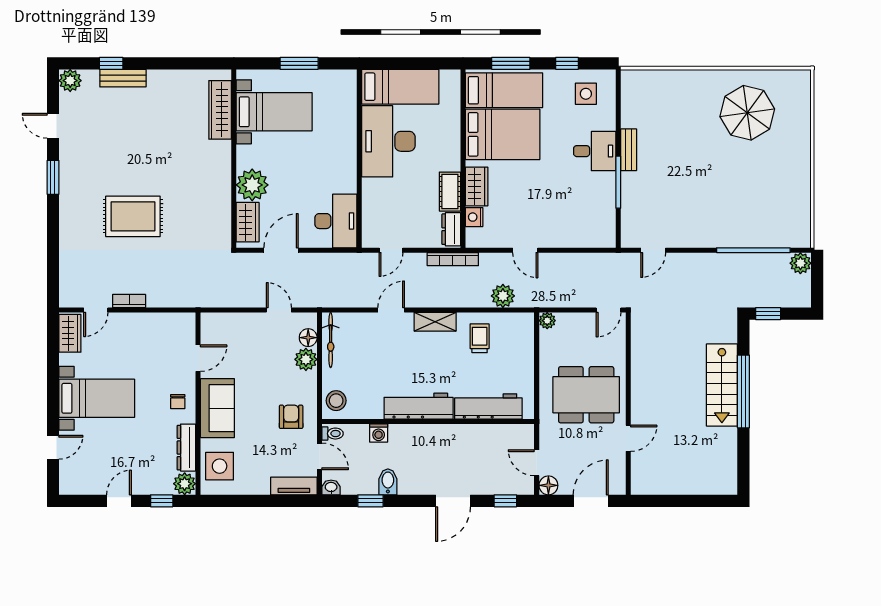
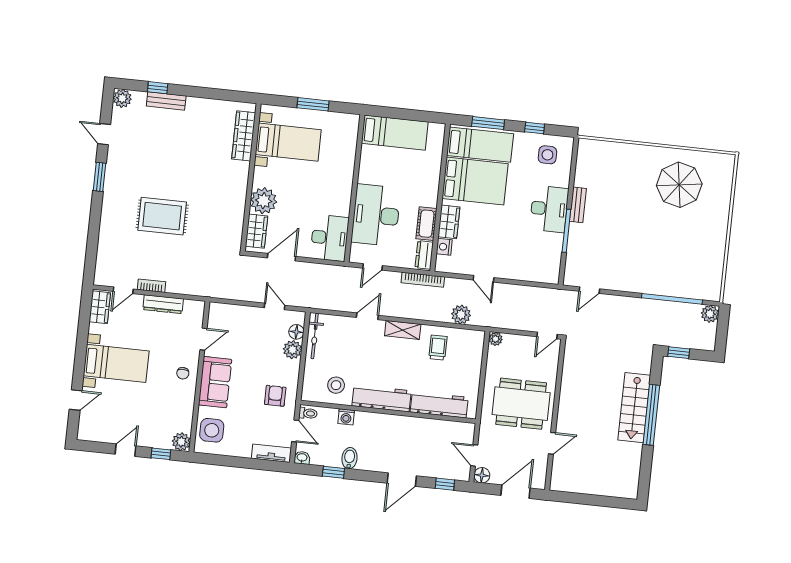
desk: (388, 141) -> (376, 215), moved
desk: (595, 151) -> (549, 209), width x1.37
stool: (336, 401) -> (336, 385), moved
dresser: (186, 448) -> (163, 304), moved, turned -90

